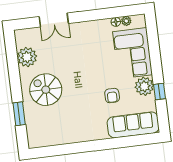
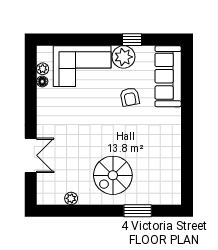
plant: (27, 57) -> (71, 198), width x0.53, depth x0.53
armchair: (112, 96) -> (130, 97), turned 79

